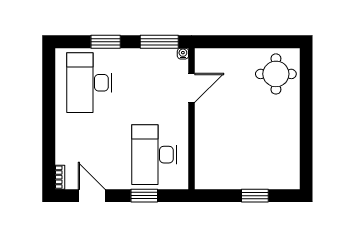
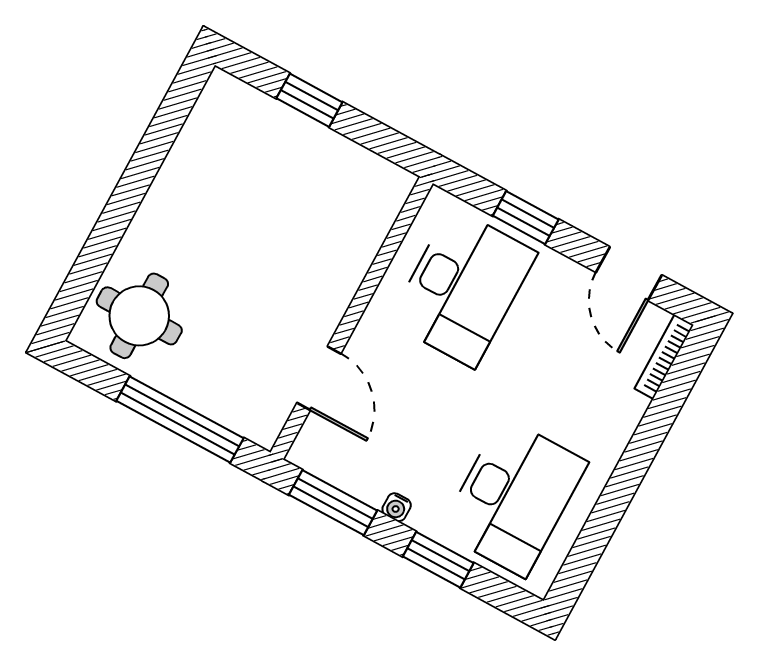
window: (238, 42) -> (180, 420), added
water cooler: (183, 54) -> (397, 507), moved
door: (192, 88) -> (319, 378), swing flipped
bookcase: (60, 177) -> (664, 357), width x1.56

